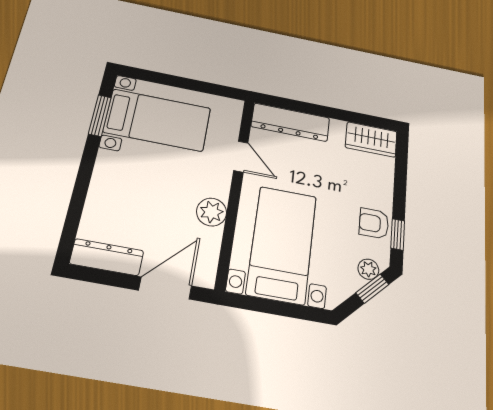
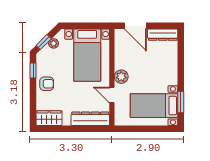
plant: (212, 212) -> (121, 77), moved
armchair: (374, 223) -> (47, 84), moved
plant: (368, 269) -> (54, 43), moved
door: (165, 288) -> (135, 26), hinge flipped

